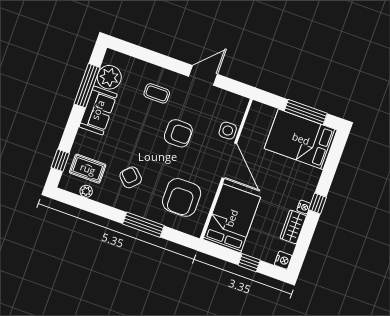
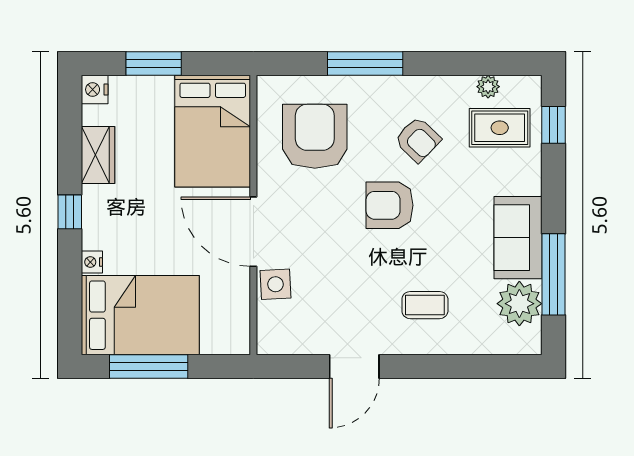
armchair: (178, 133) -> (390, 205), moved
nightstand: (304, 207) -> (92, 262), moved
window: (249, 263) -> (154, 64), width x1.50

